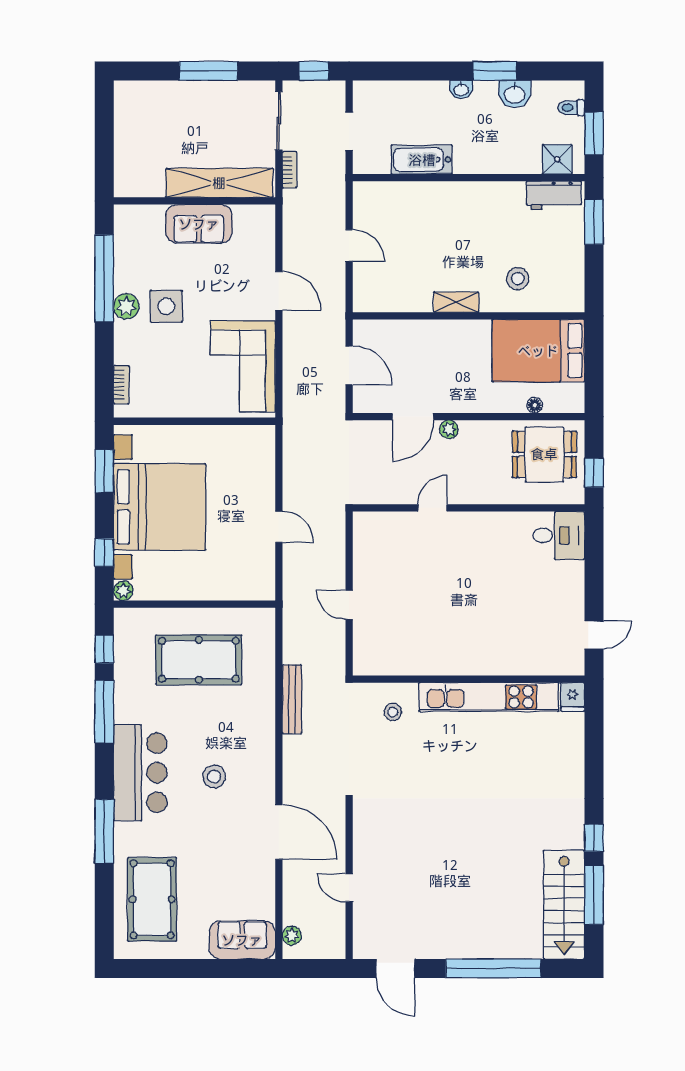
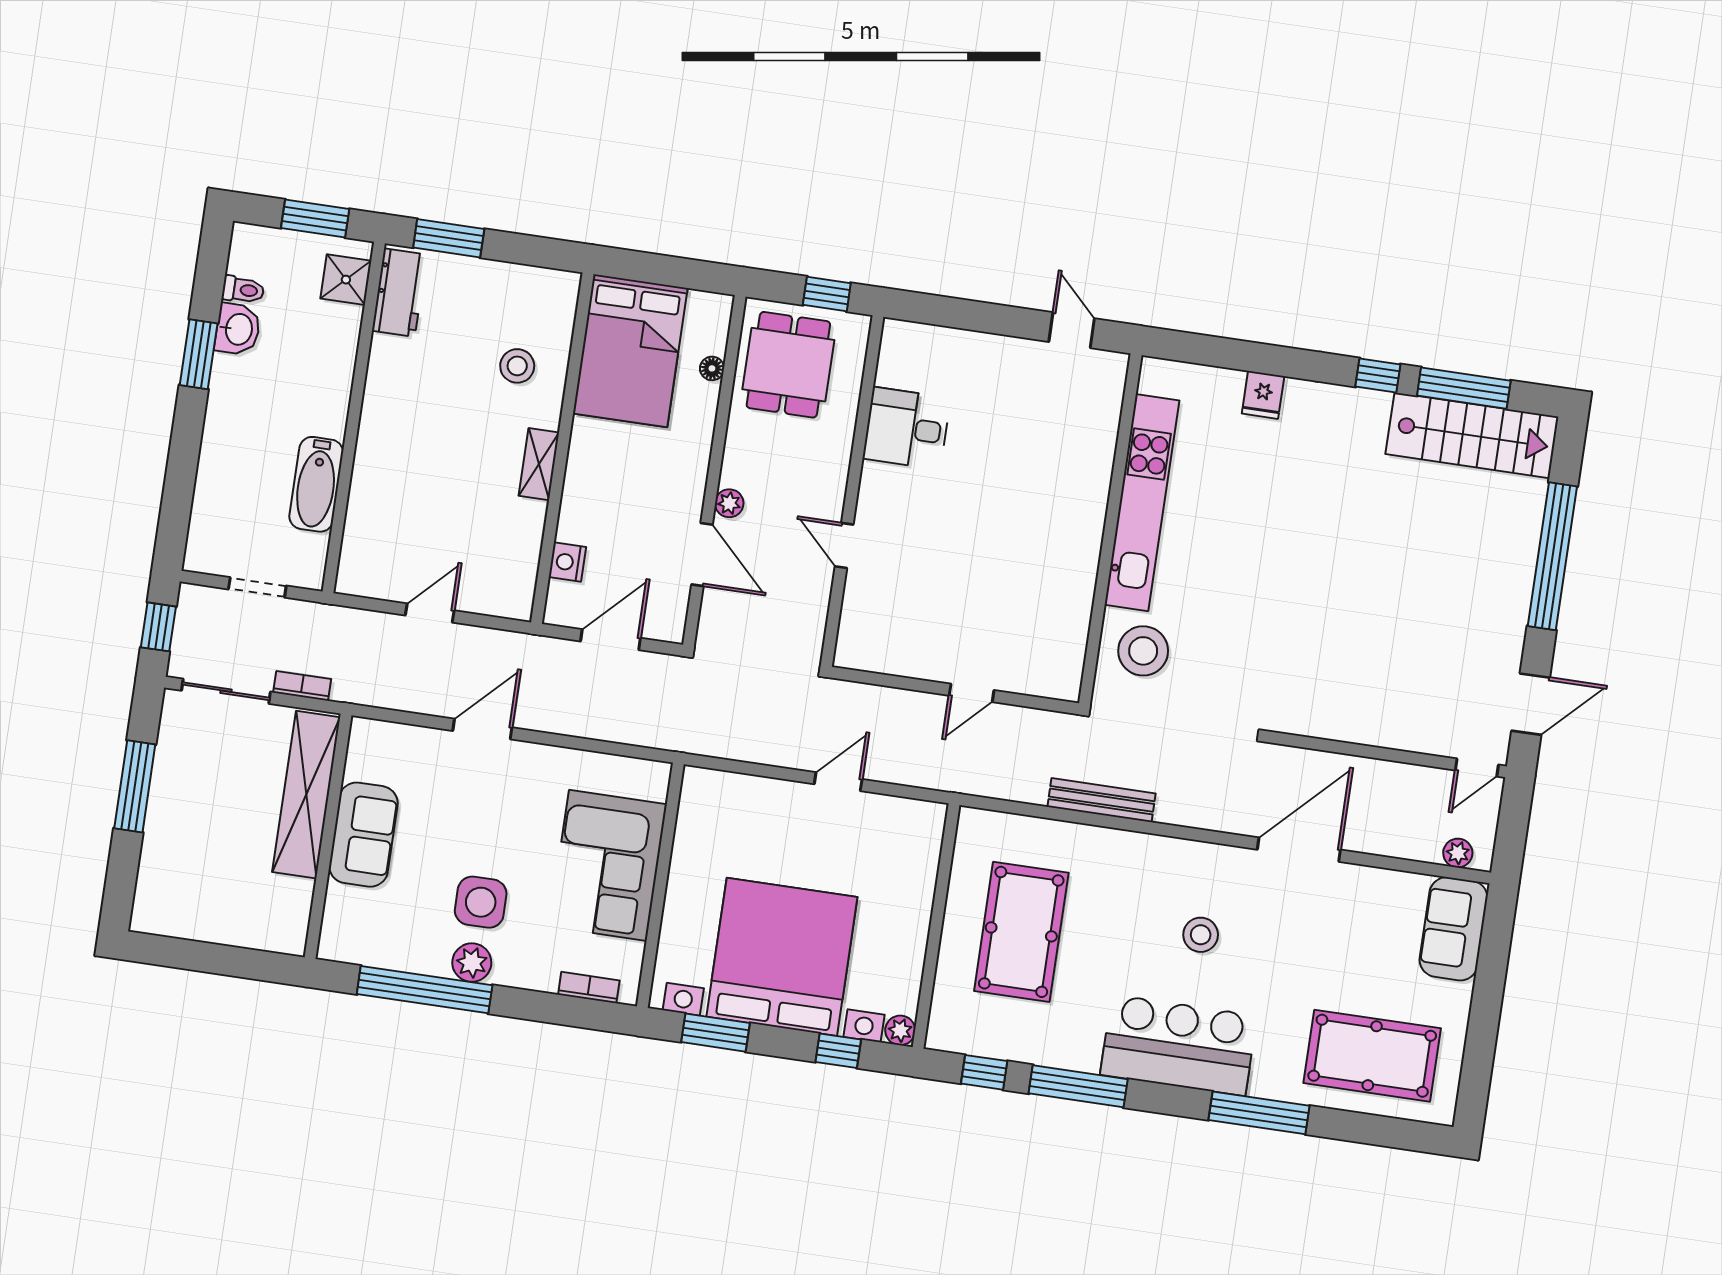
washbasin: (461, 89) -> (219, 409), removed
toilet: (571, 108) -> (243, 290), moved, turned -90
nightstand: (395, 330) -> (567, 562), added
corner sofa: (243, 366) -> (608, 865), moved, turned 90
desk: (559, 535) -> (907, 428), moved, turned -90
fridge: (573, 697) -> (1263, 395), moved, turned 90
stool: (393, 712) -> (1143, 651), width x1.89, depth x1.89
door: (349, 888) -> (1477, 768), moved

